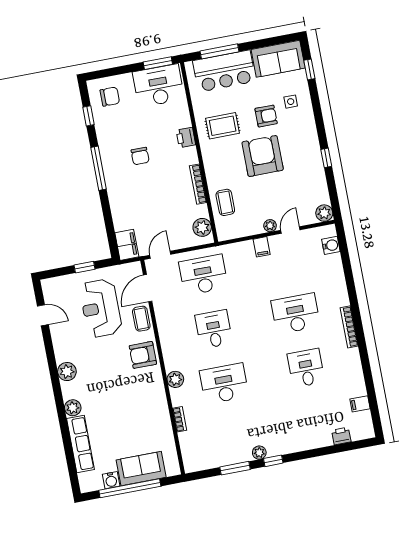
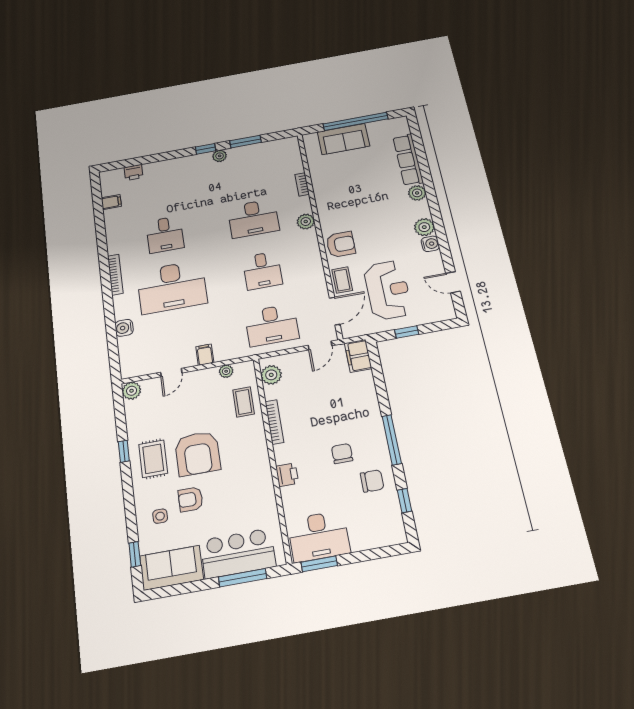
chair: (110, 97) -> (372, 481), moved, turned 180
rug: (223, 126) -> (153, 459), moved, turned 90
plant: (270, 226) -> (226, 371), moved
water cooler: (331, 245) -> (124, 328), moved
desk: (296, 314) -> (172, 287), width x1.36, depth x1.30
water cooler: (111, 480) -> (430, 244), moved, turned 90

